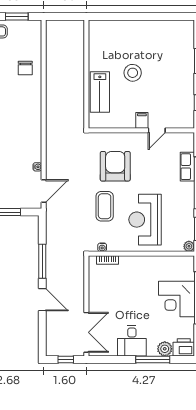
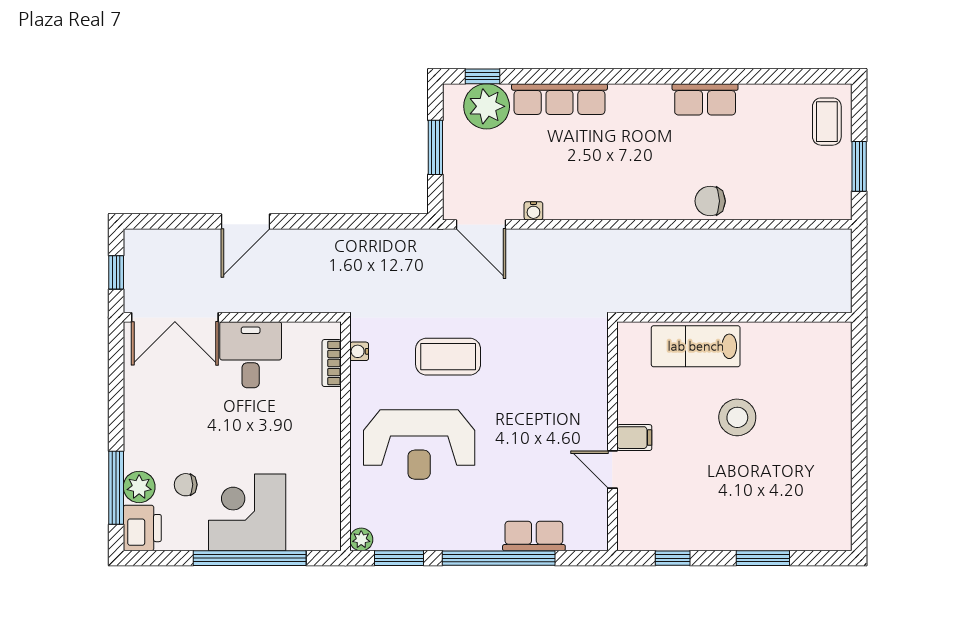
chair: (25, 68) -> (710, 201), moved
armchair: (115, 166) -> (535, 380), removed
reception desk: (145, 220) -> (419, 444), turned 180
window: (42, 261) -> (329, 221), removed
chair: (164, 327) -> (186, 485), added
desk: (132, 341) -> (251, 355), moved, turned 90
window: (153, 359) -> (116, 488), moved

